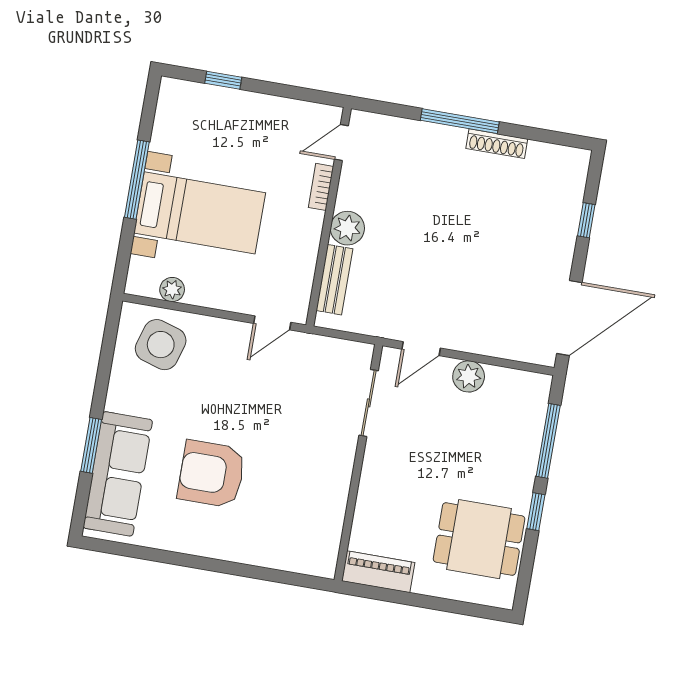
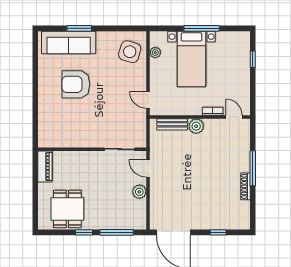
armchair: (212, 474) -> (76, 84), turned -90

